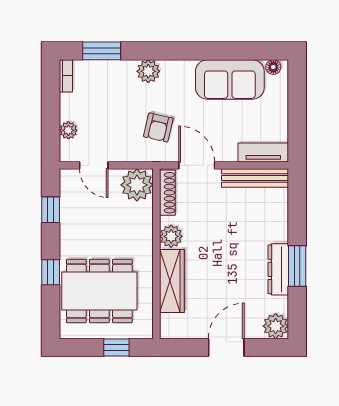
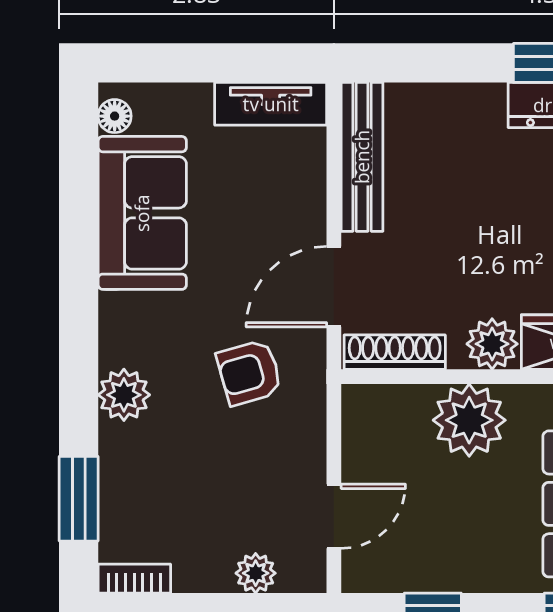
armchair: (158, 128) -> (249, 372), turned 151
tv unit: (263, 153) -> (271, 104), moved, turned -90
plant: (137, 185) -> (469, 420), moved

